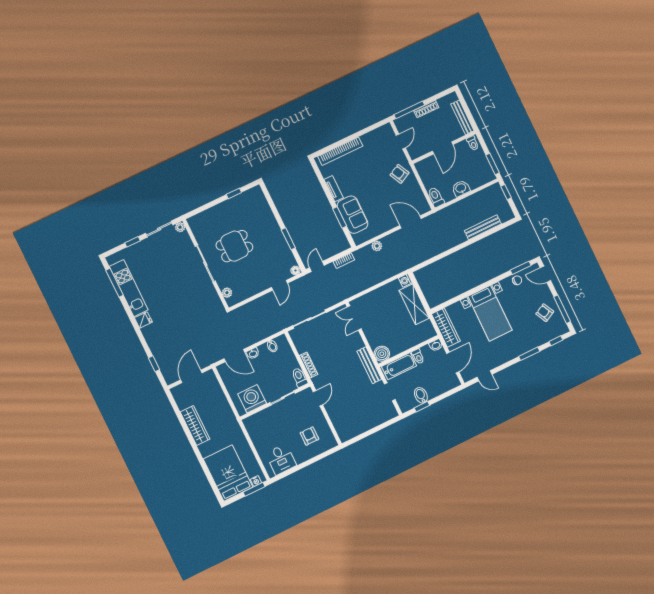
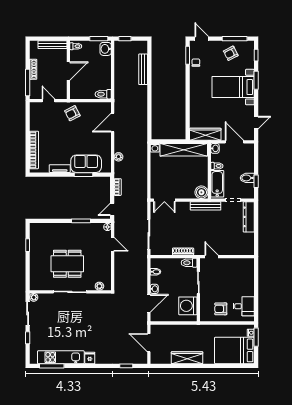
door: (443, 148) -> (68, 71), hinge flipped
washbasin: (461, 188) -> (106, 49), moved
dining table: (234, 246) -> (67, 264), width x1.38
door: (317, 267) -> (112, 209), hinge flipped
door: (545, 274) -> (202, 39), swing flipped
shelving: (414, 304) -> (184, 150), width x1.47
bed with nightstands: (490, 313) -> (233, 87), moved, turned 180
dresser: (380, 417) -> (249, 217), added
armchair: (309, 436) -> (221, 309), moved

